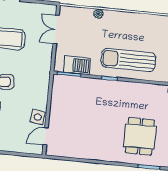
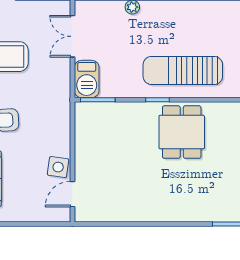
barbecue: (77, 65) -> (87, 79), moved, turned 90
dining table: (140, 136) -> (182, 132), moved

